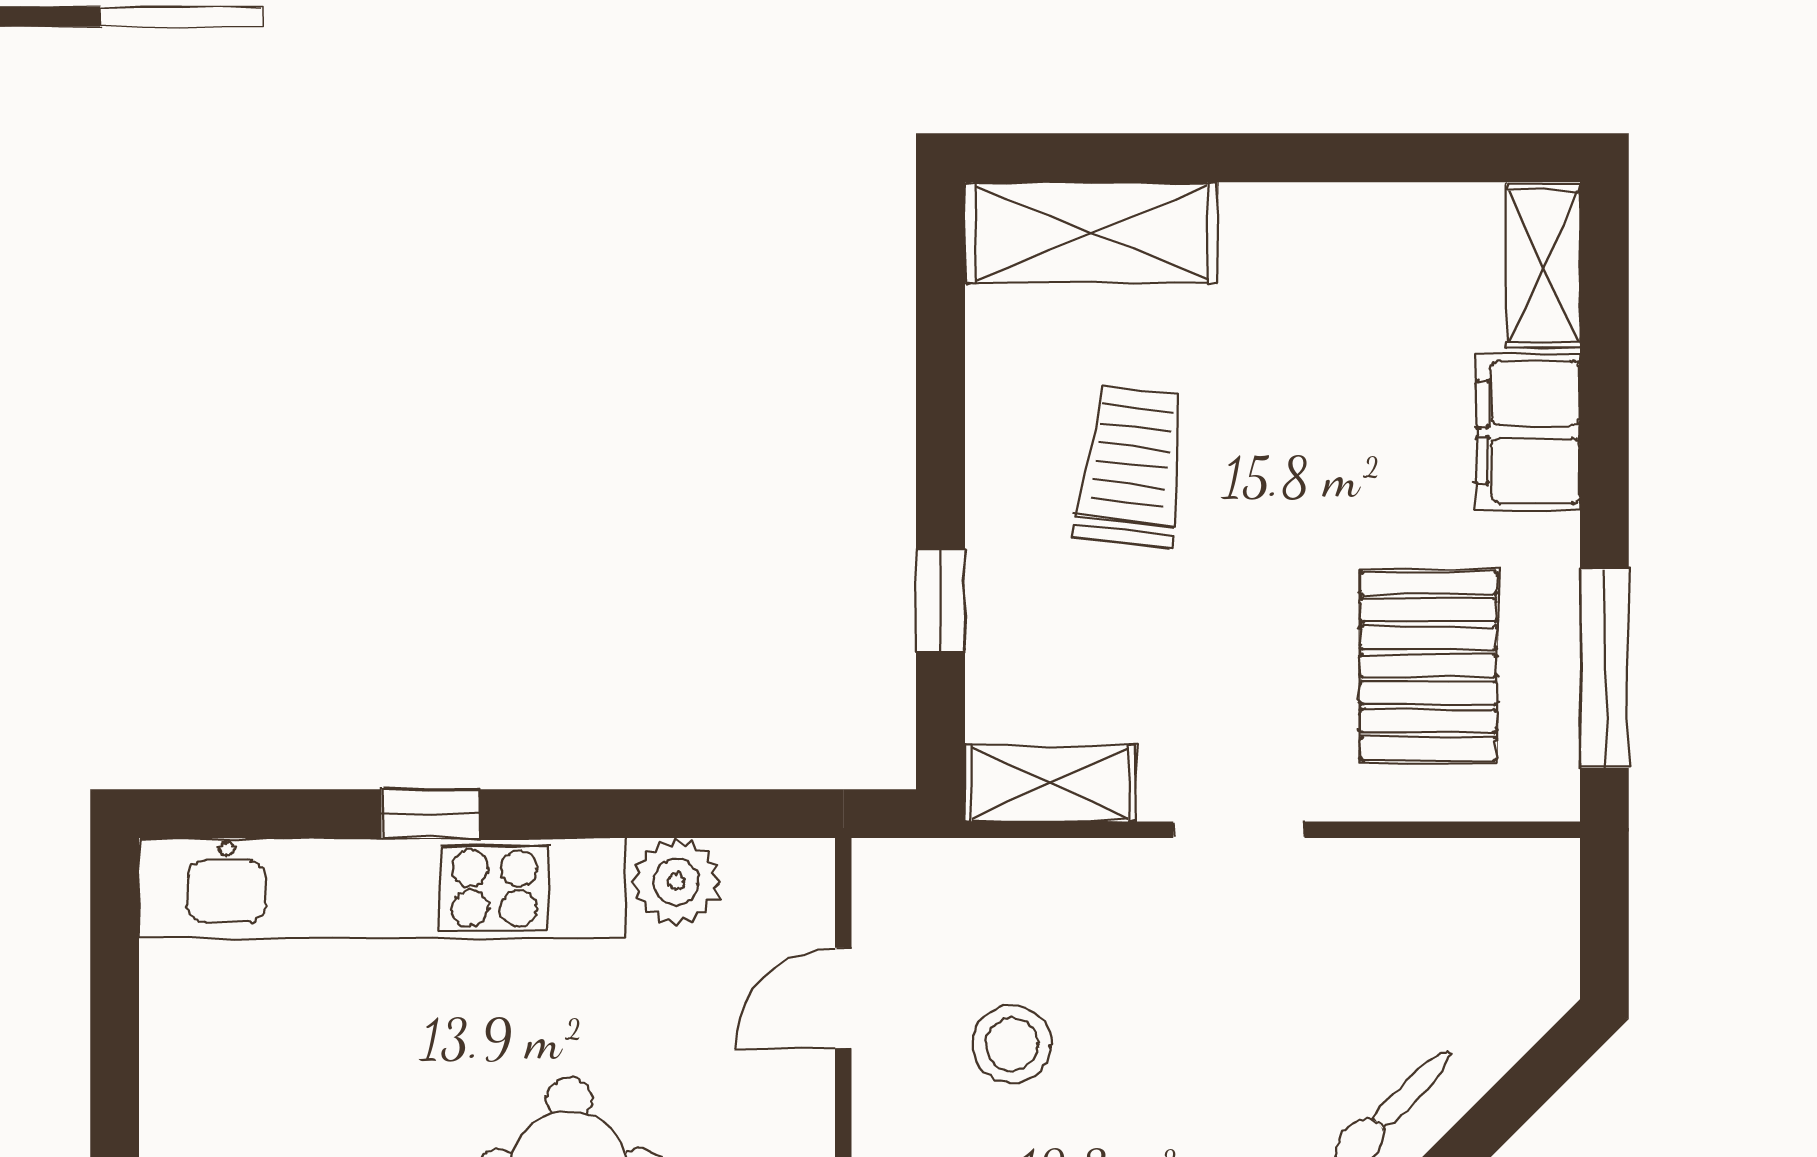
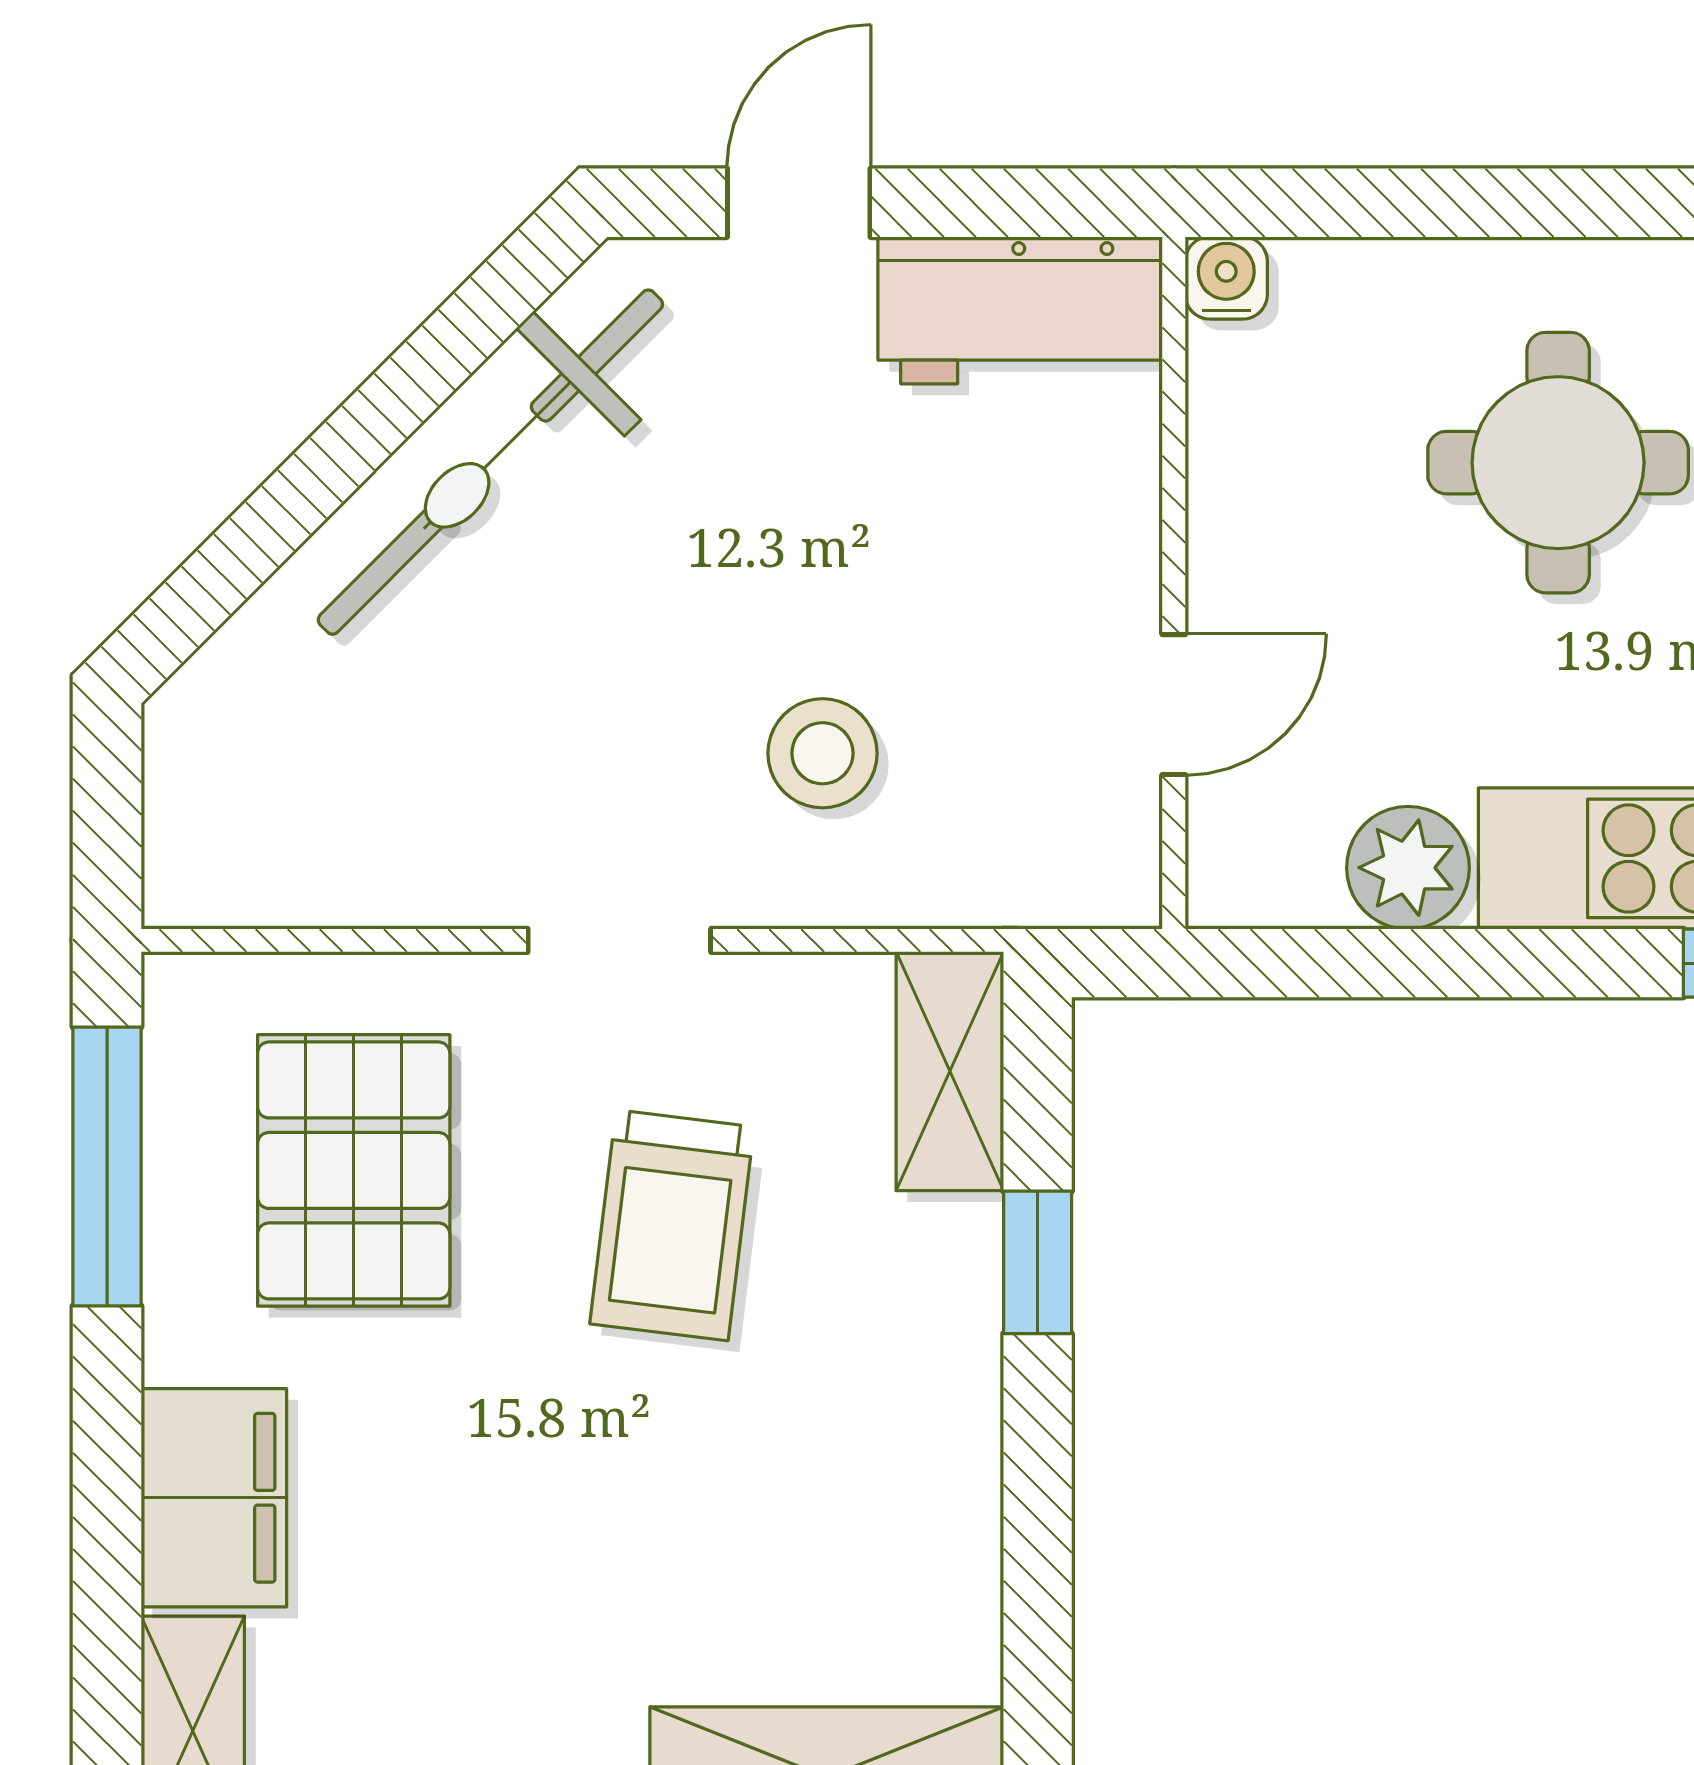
trolley: (1131, 466) -> (672, 1225), moved
shelving: (1050, 783) -> (950, 1071), moved, turned 90
stool: (1012, 1044) -> (822, 753), moved

